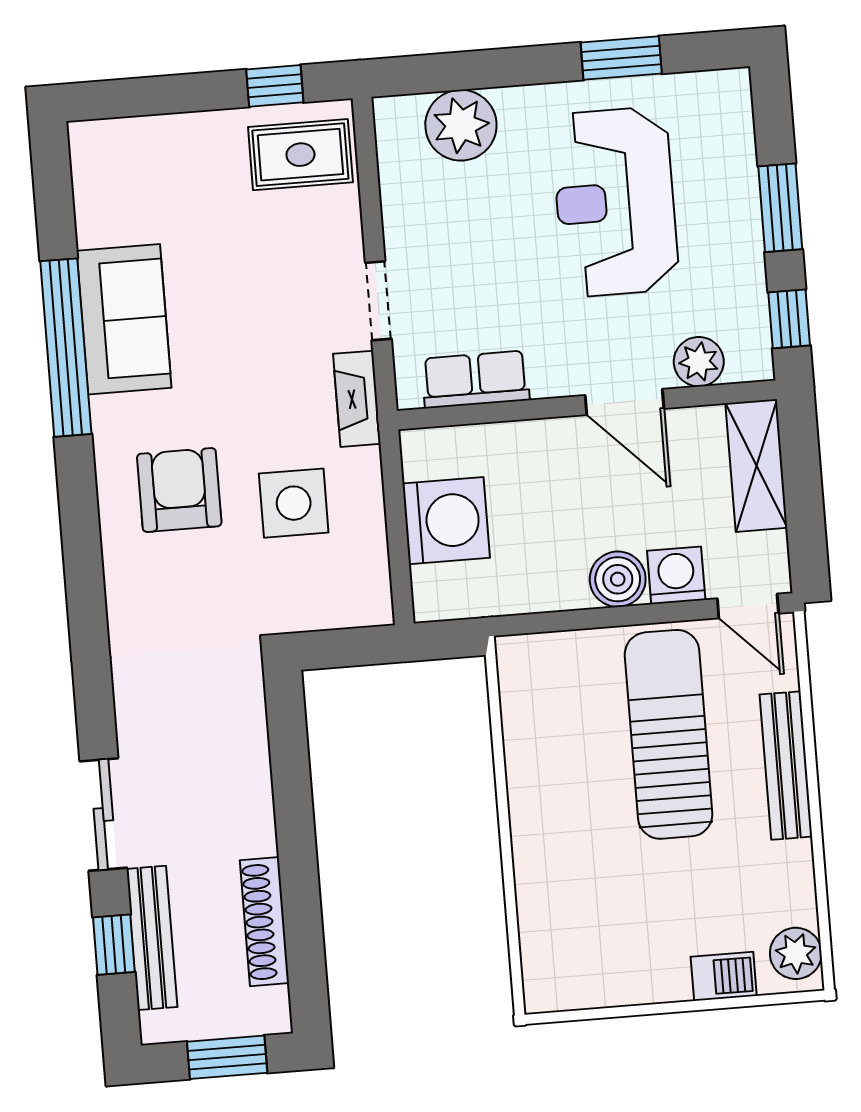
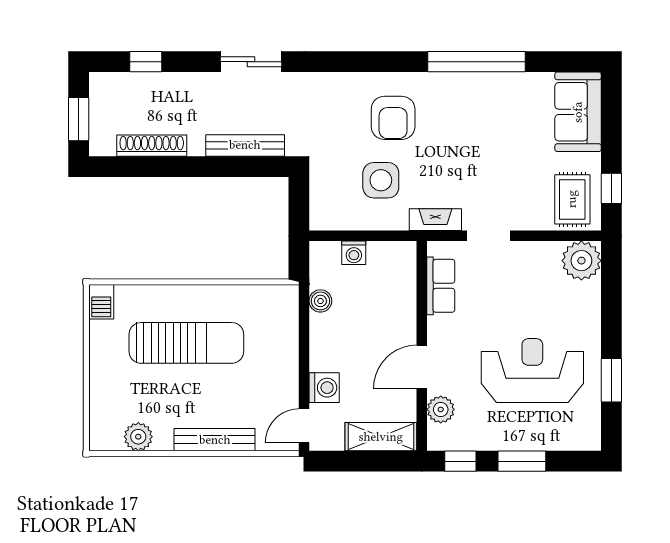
plant: (461, 125) -> (581, 261), moved
sofa: (124, 319) -> (578, 112), moved, turned 90
armchair: (179, 490) -> (393, 118), turned 90
washing machine: (446, 521) -> (354, 253), width x0.53, depth x0.53
boiler: (618, 579) -> (320, 301), moved, width x0.73, depth x0.73
sun lounger: (669, 734) -> (186, 343), moved
sliding door: (103, 814) -> (251, 62), moved
bench: (152, 938) -> (245, 145), moved
plant: (796, 953) -> (138, 437), moved
barbecue: (724, 976) -> (101, 302), moved

